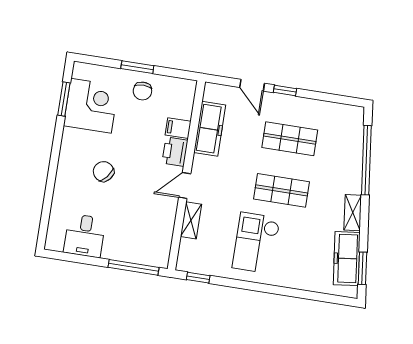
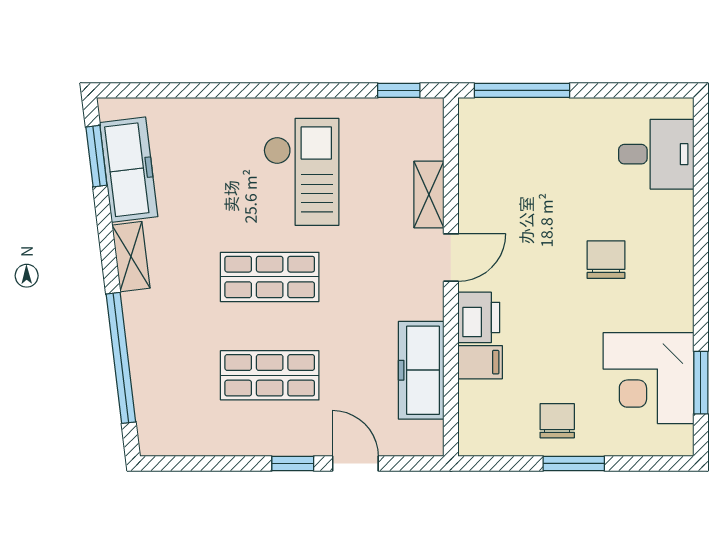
chair: (103, 172) -> (606, 260), turned -129
desk: (85, 236) -> (656, 154), moved, turned 90

